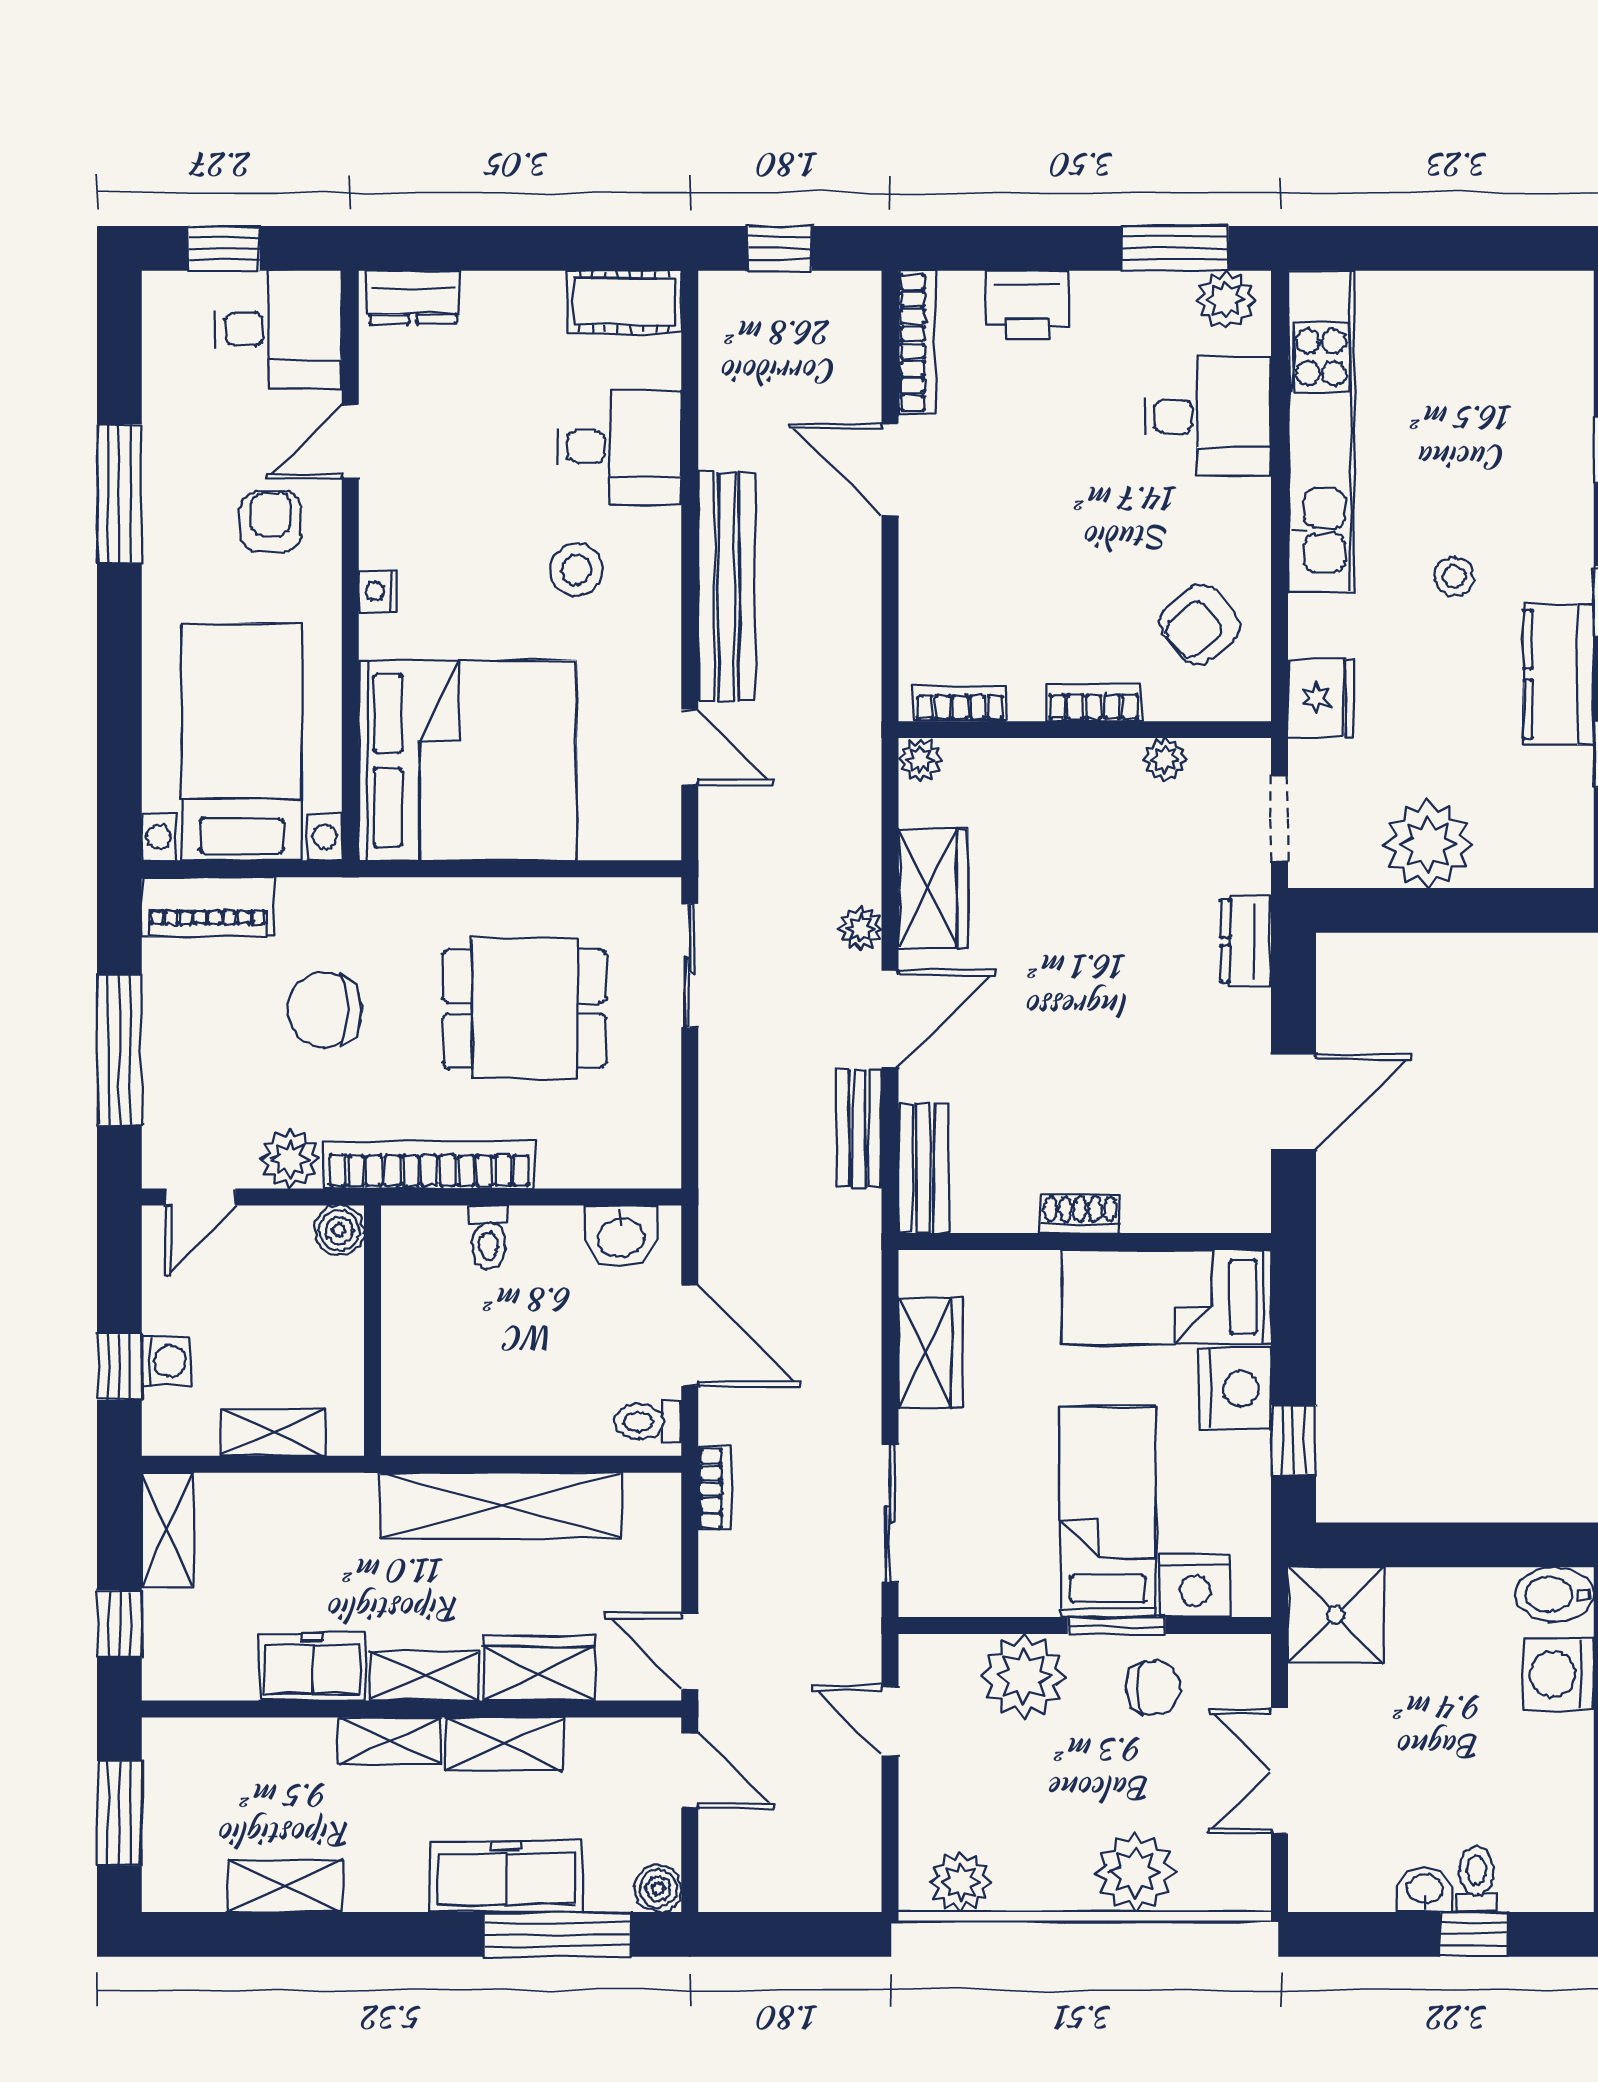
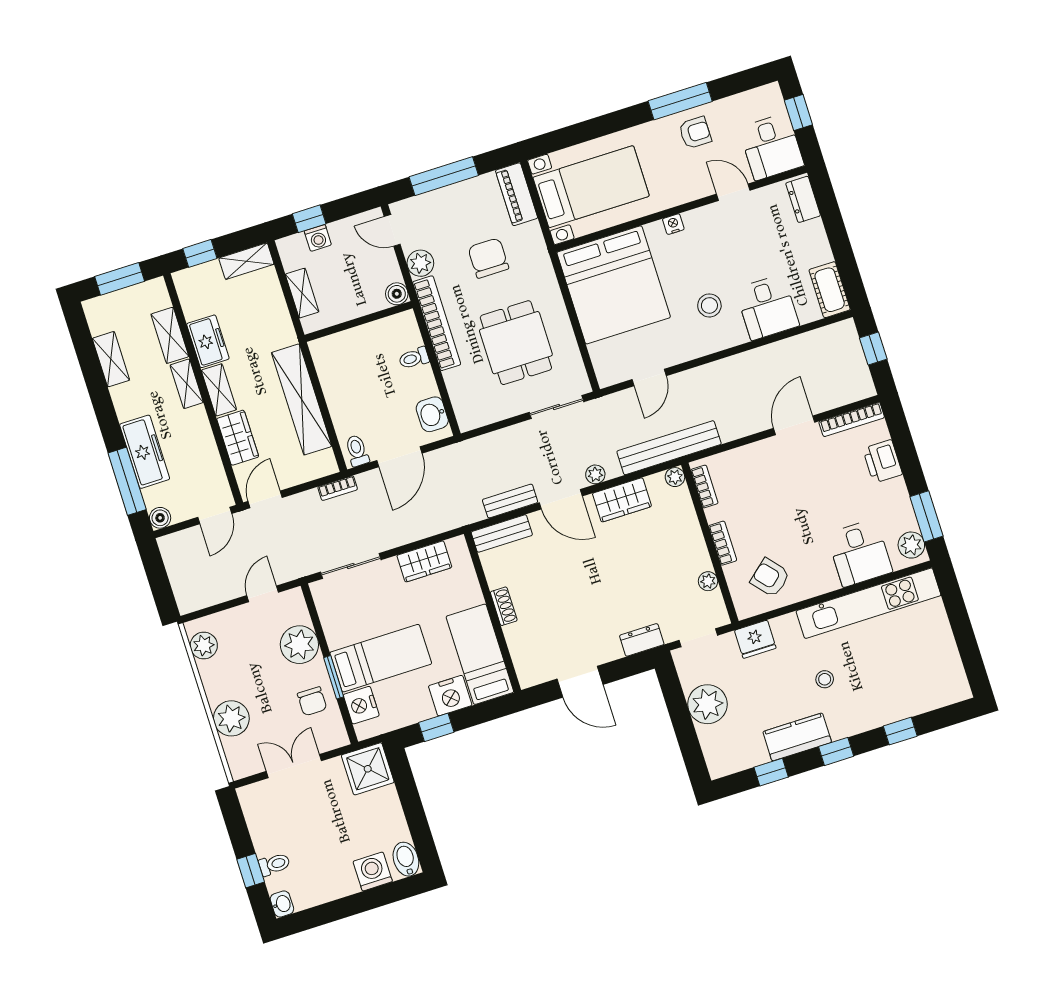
armchair: (271, 521) -> (695, 133), moved
bench: (727, 586) -> (669, 448), moved
shelving: (504, 1744) -> (170, 335), moved
washbasin: (1424, 1890) -> (282, 904), moved

